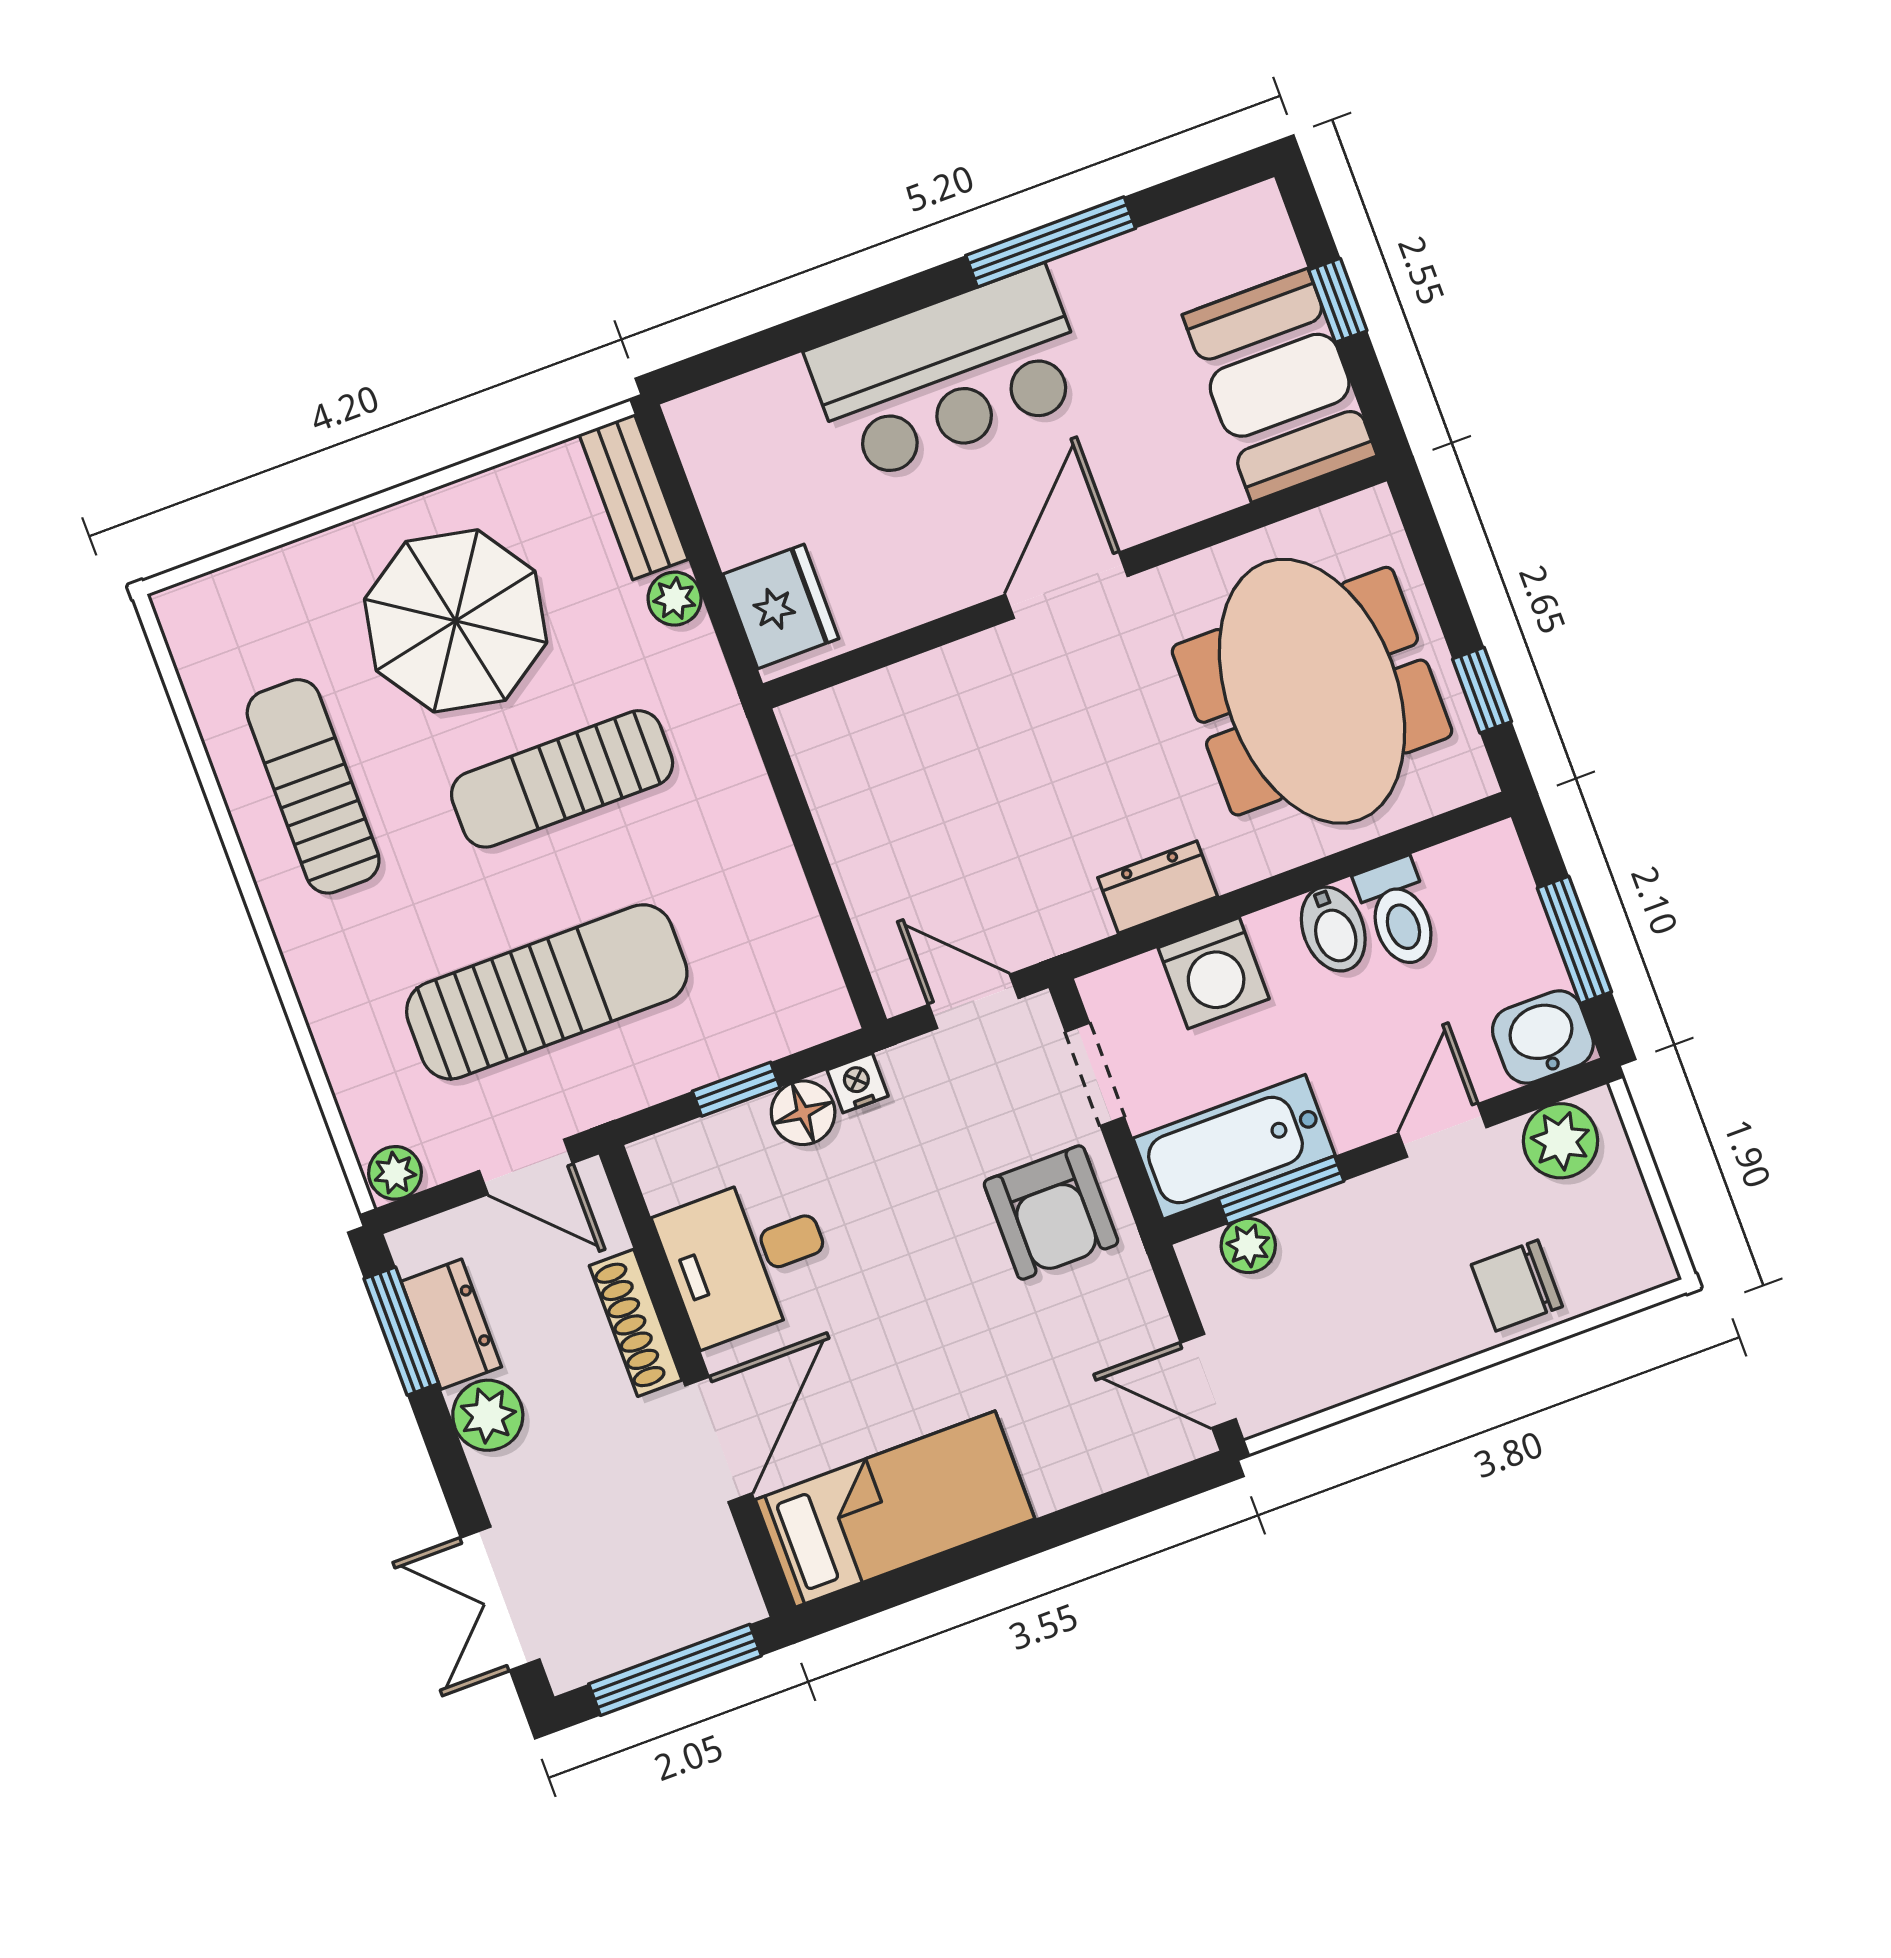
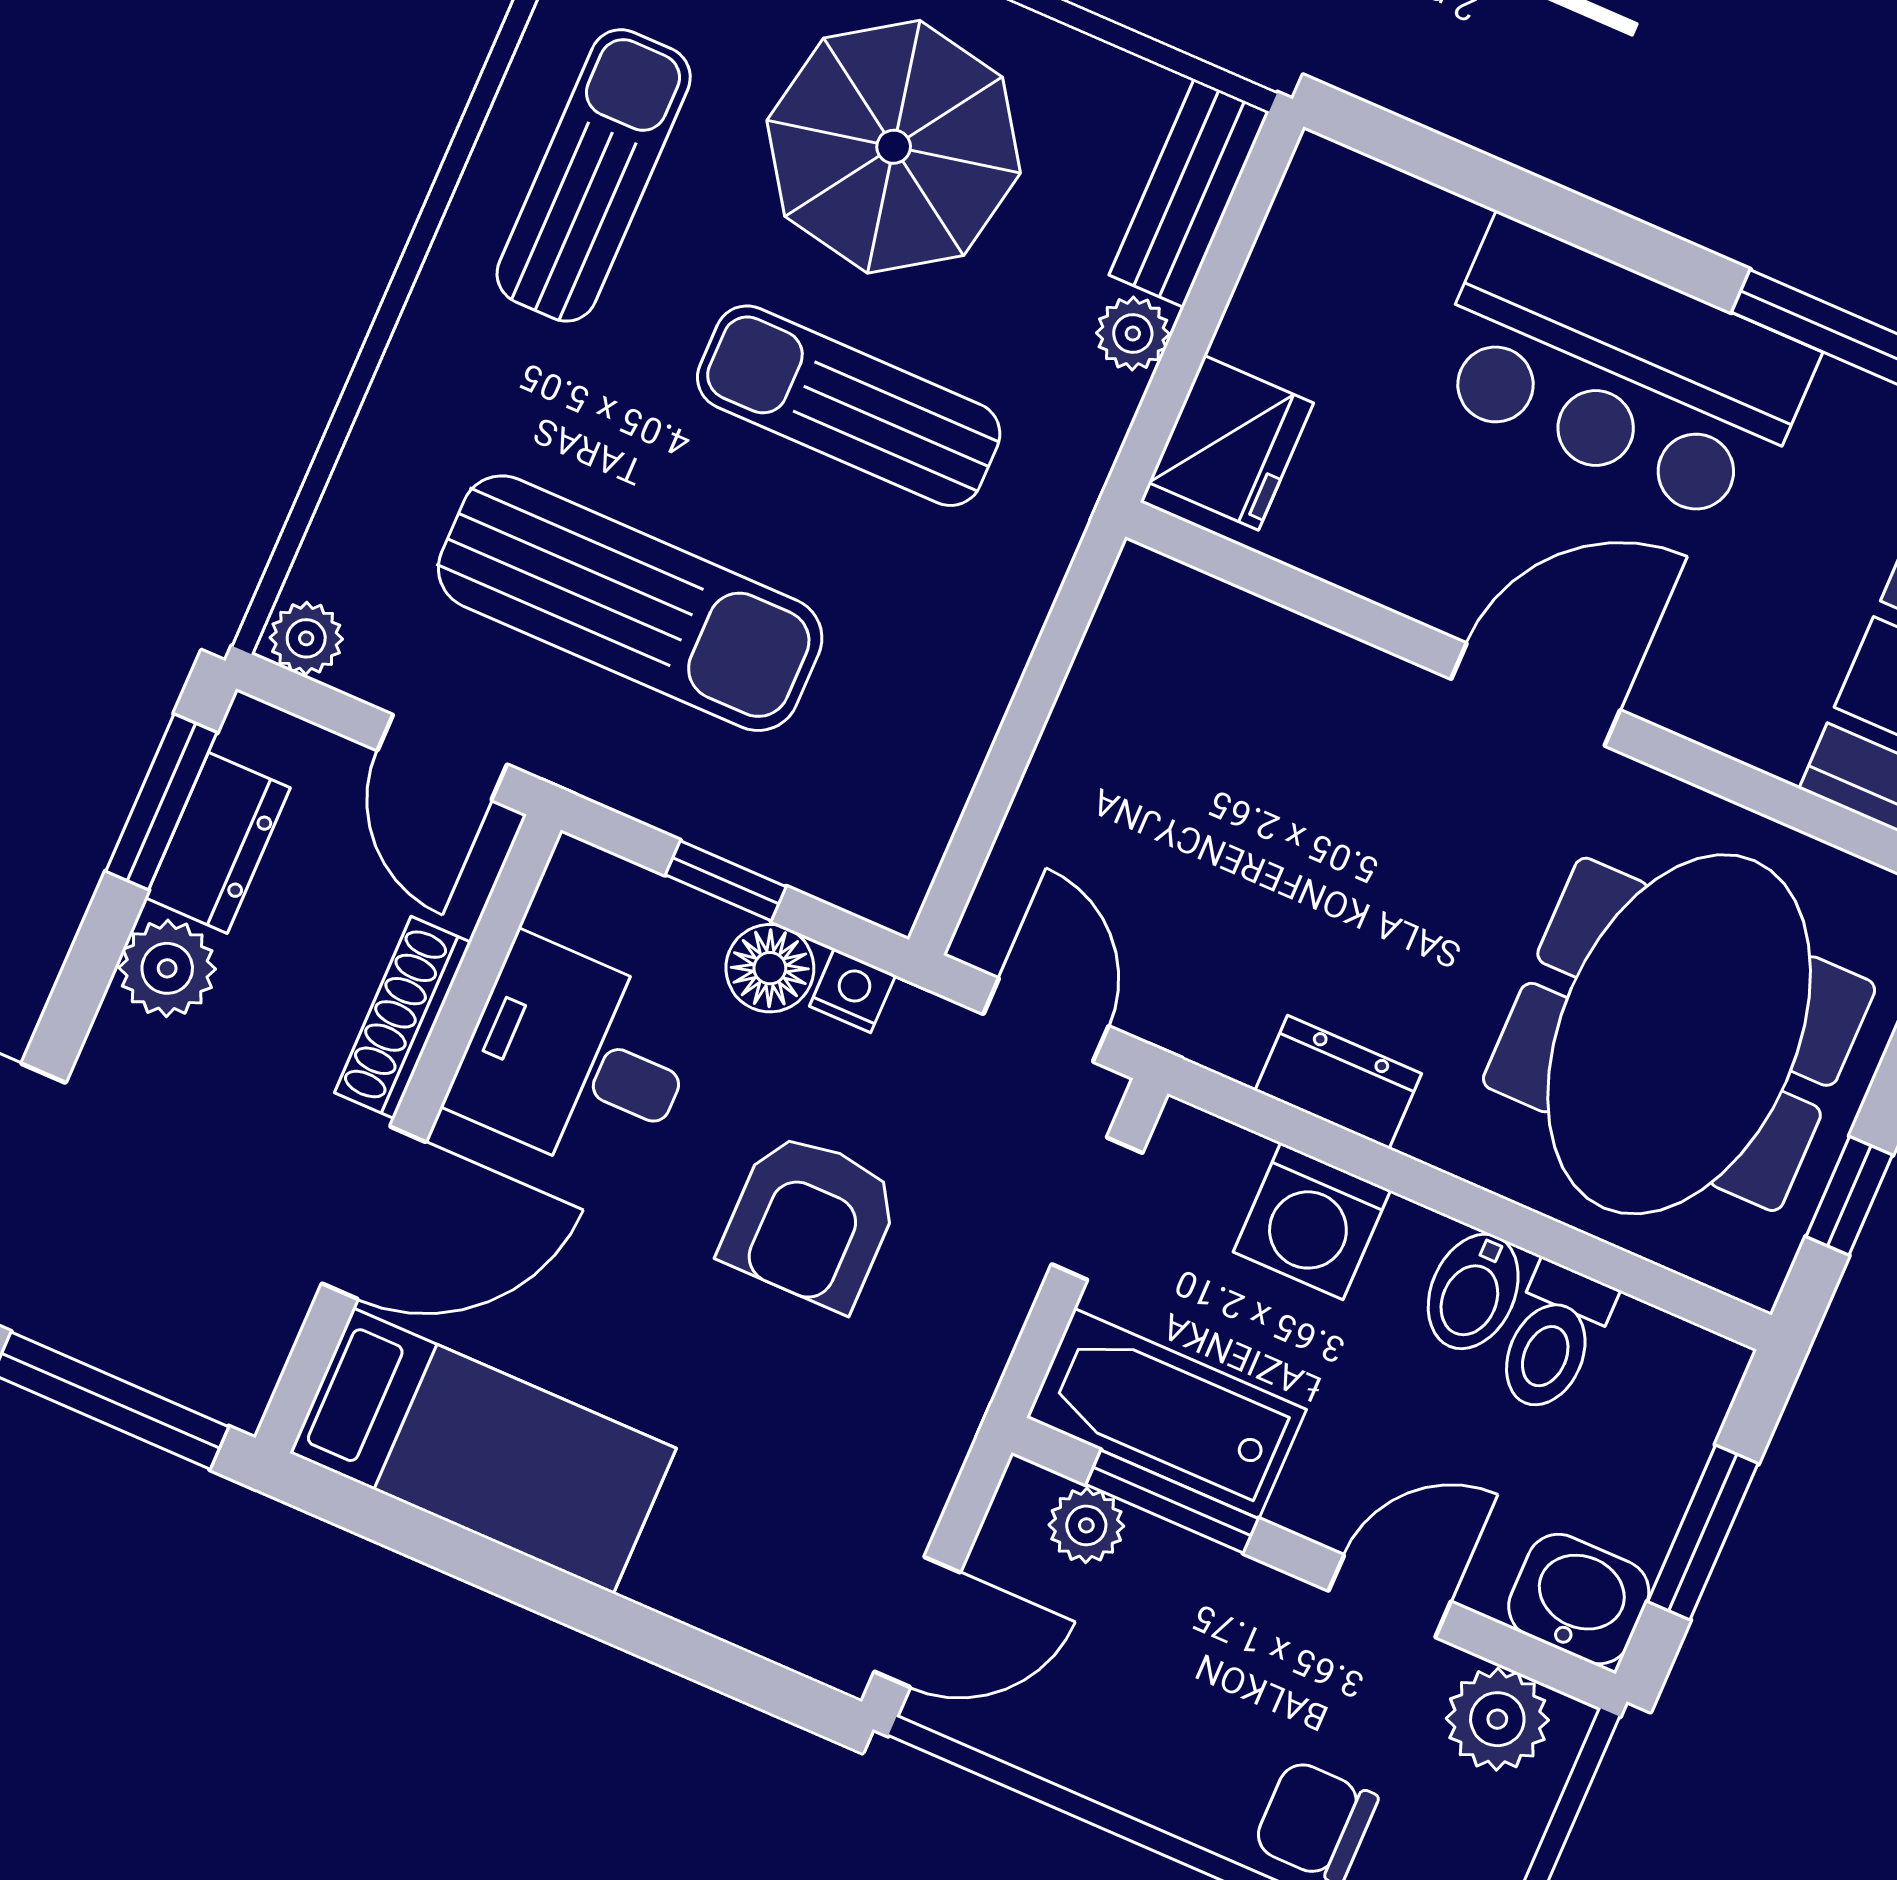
armchair: (1051, 1213) -> (811, 1221), moved
door: (1208, 1381) -> (917, 1622), swing flipped

